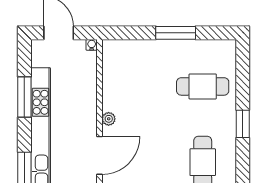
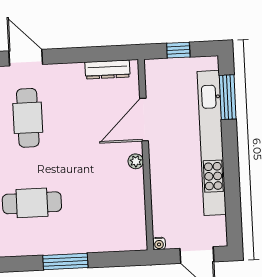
window: (24, 97) -> (232, 181), removed

